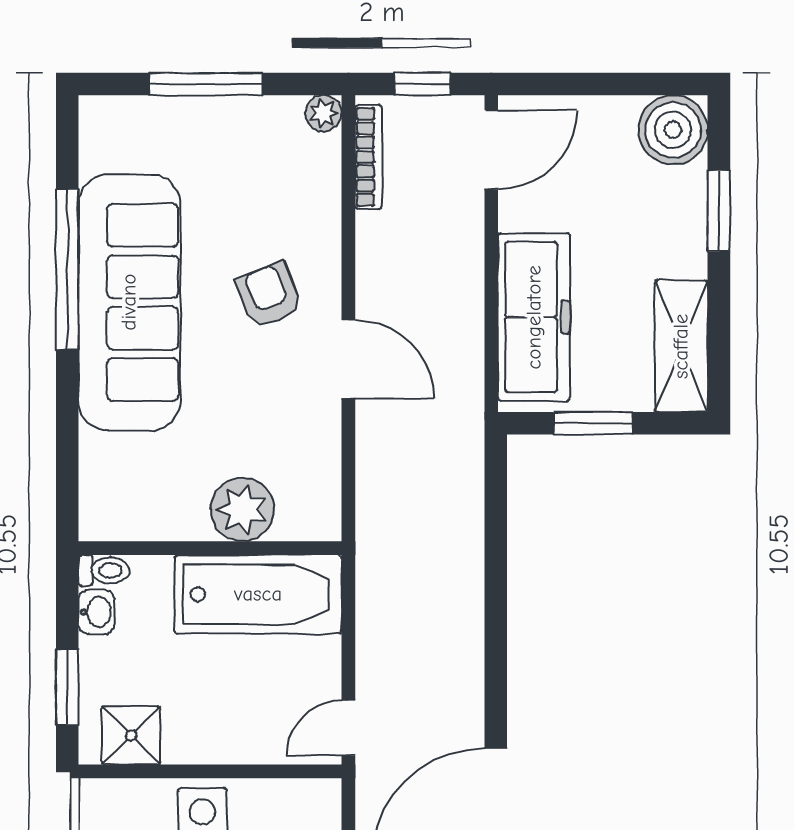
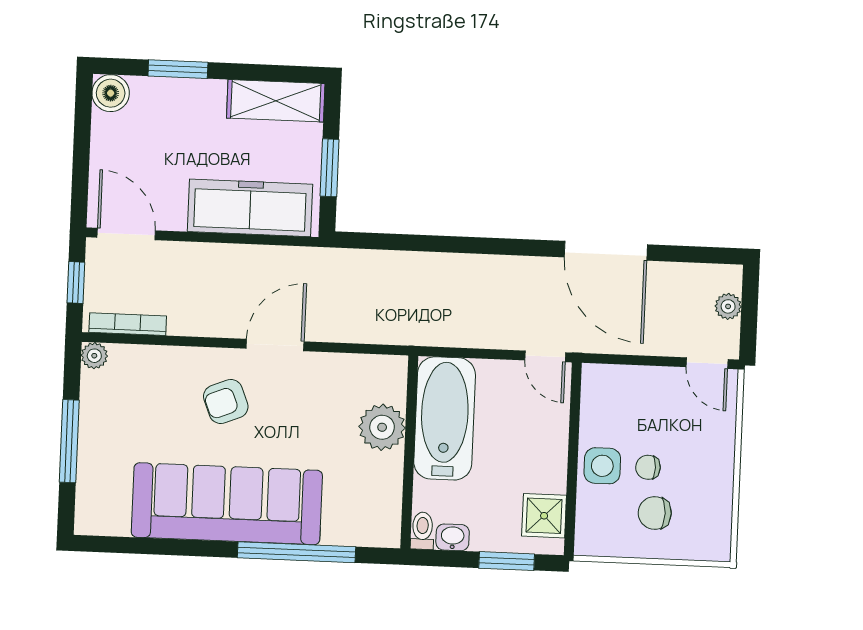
boiler: (673, 130) -> (111, 93), width x0.73, depth x0.73
window: (67, 269) -> (296, 552), moved

